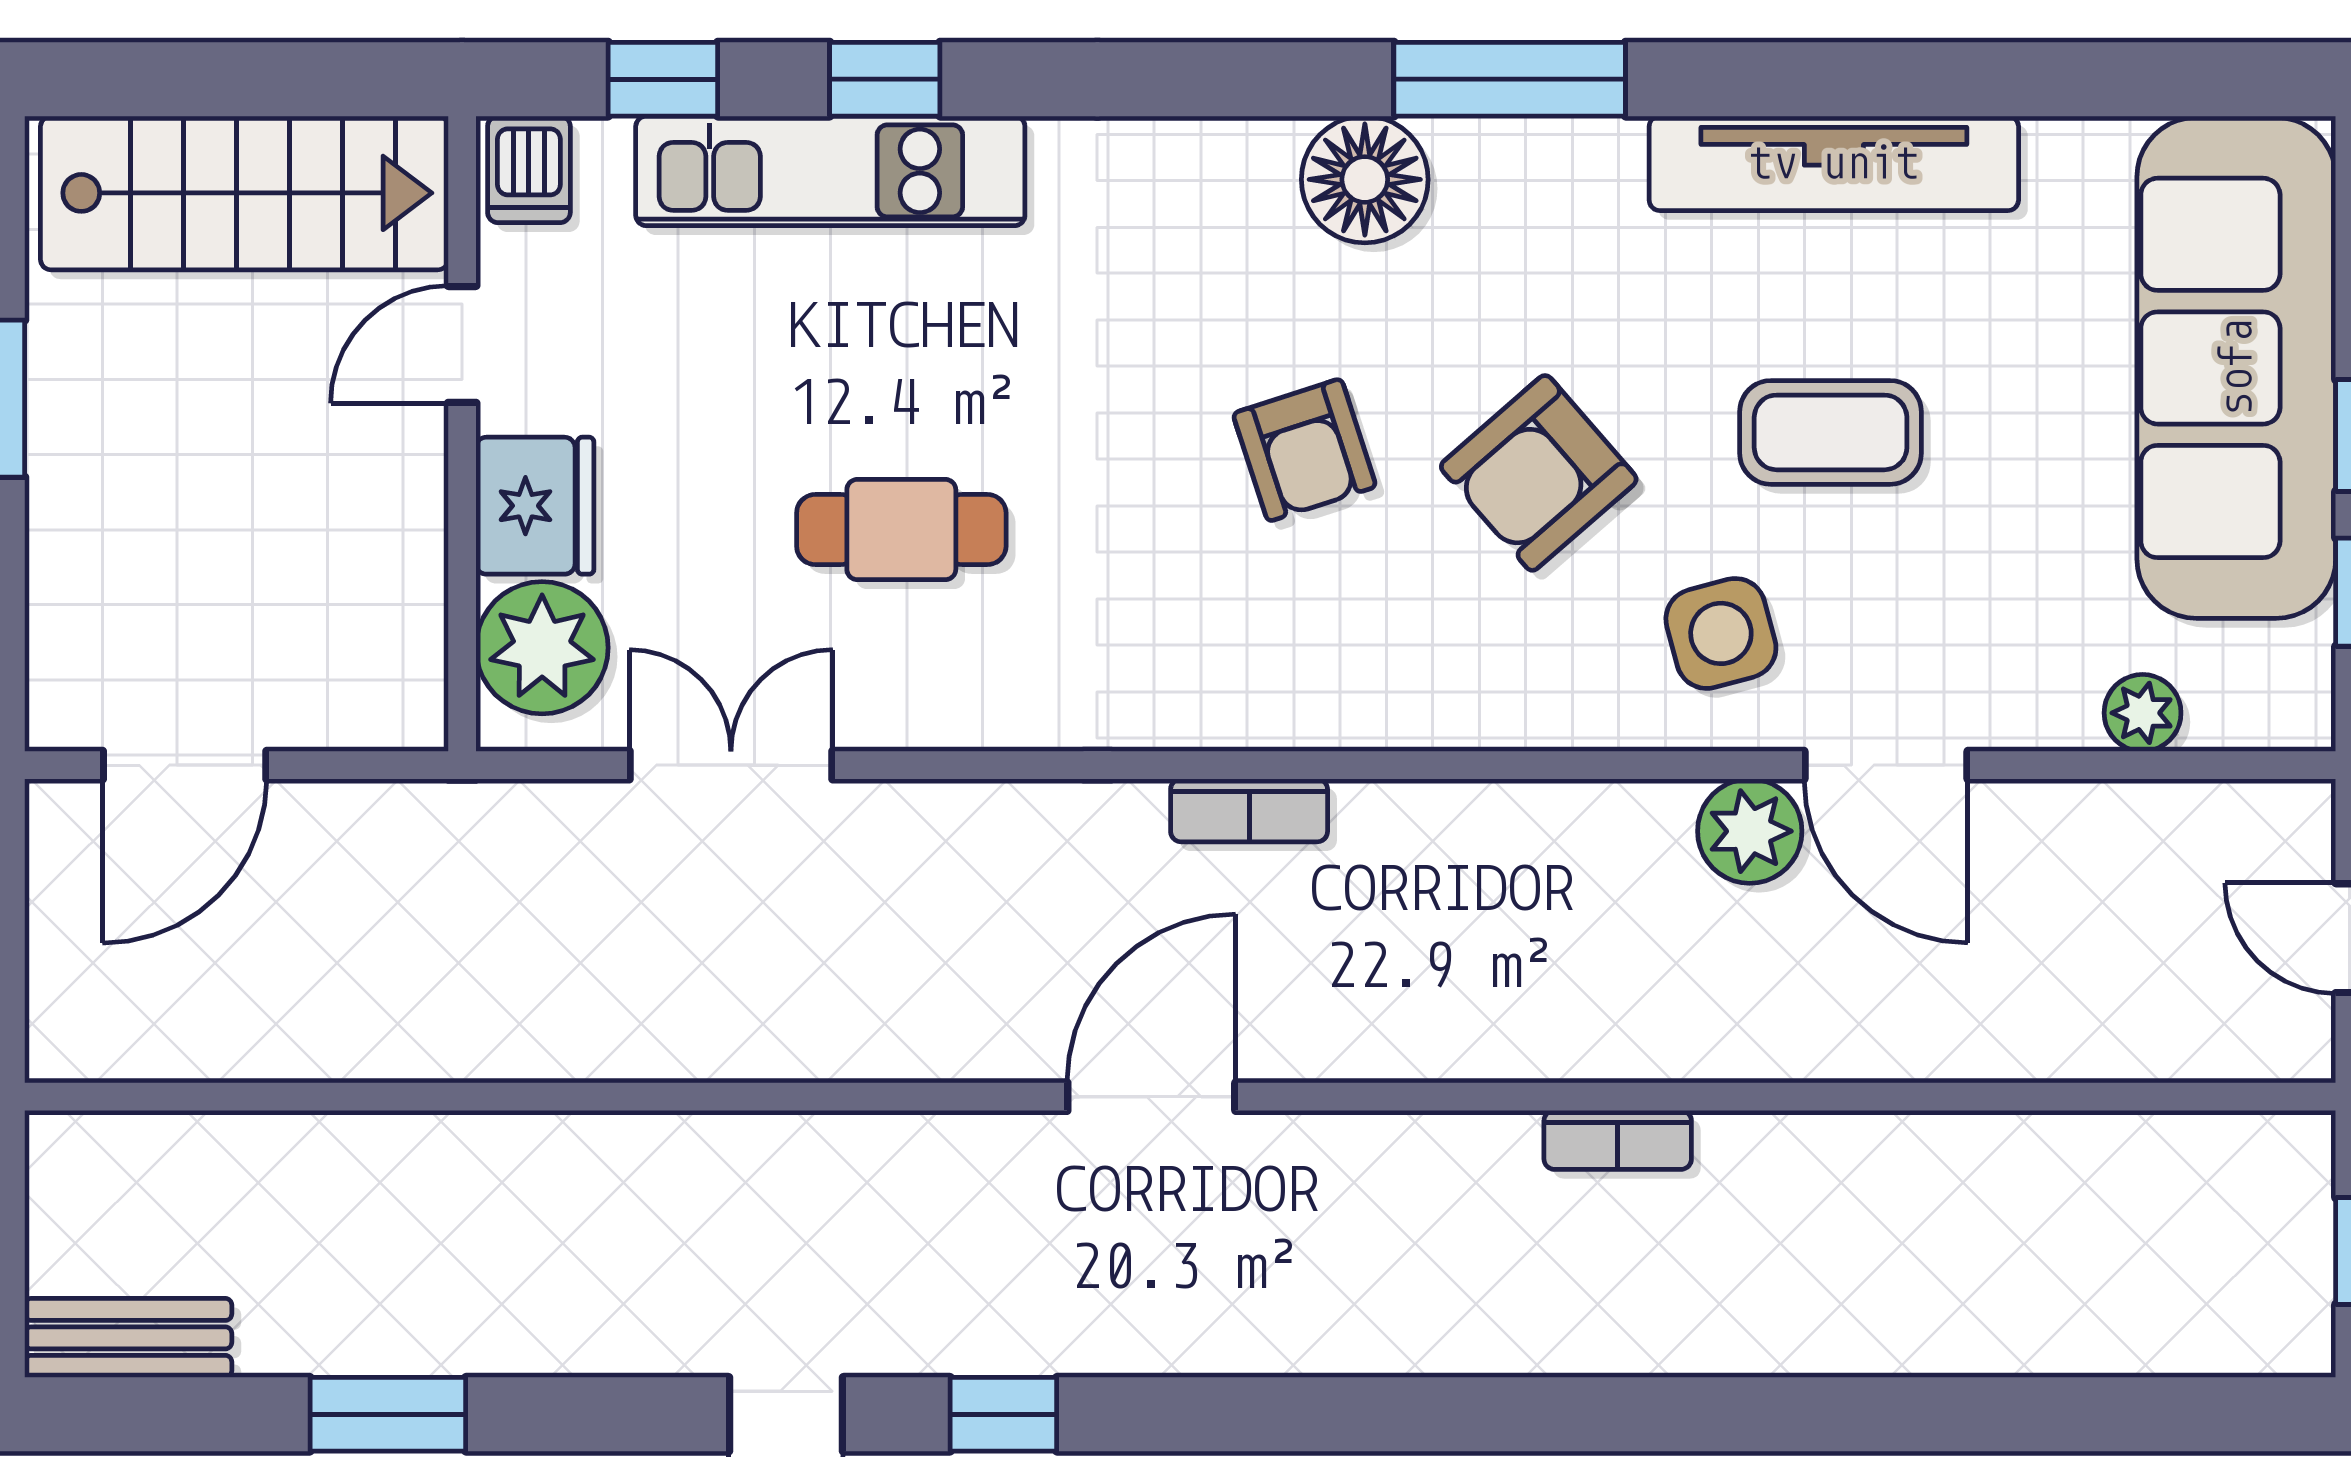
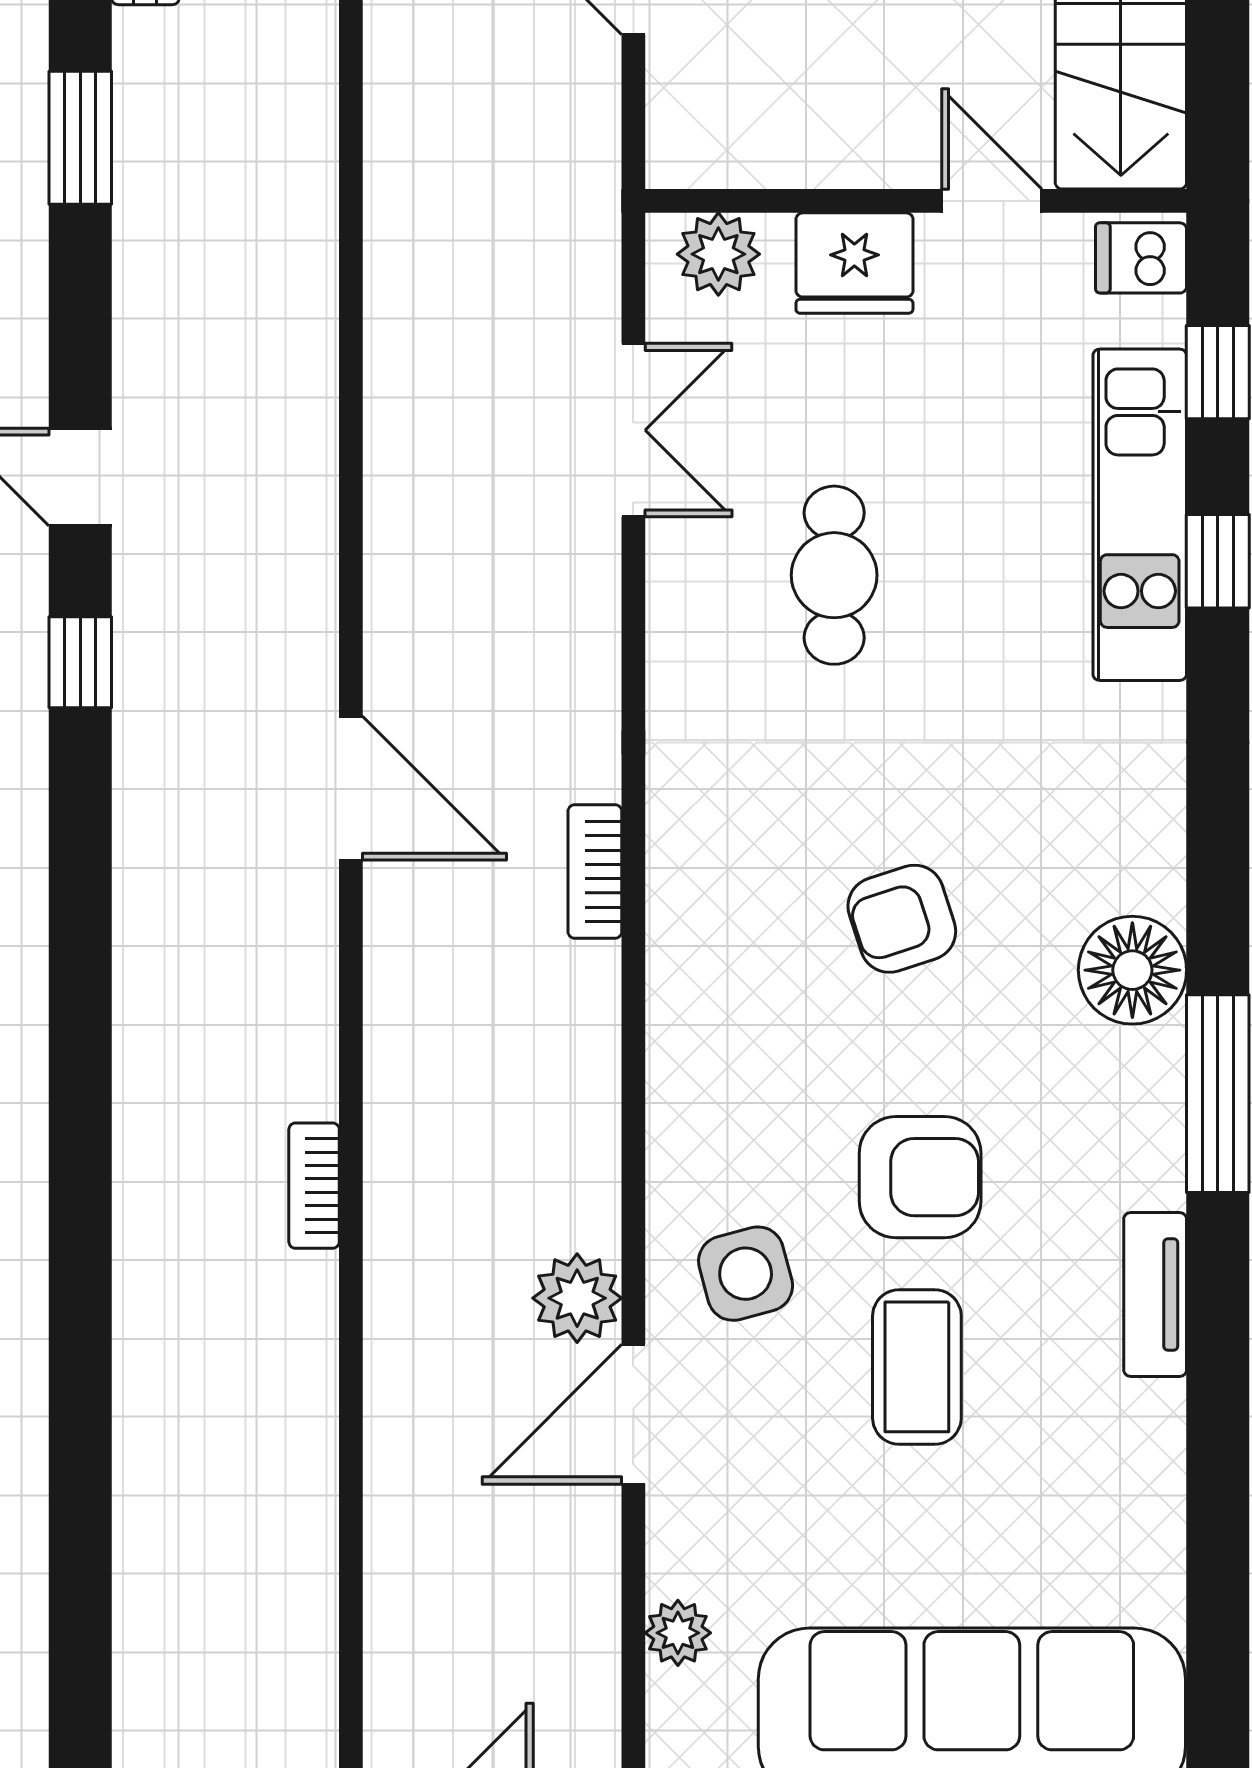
tv unit: (1834, 163) -> (1155, 1295), width x0.52, depth x0.78
armchair: (1539, 473) -> (920, 1177), moved, turned 131
plant: (542, 648) -> (718, 254), width x0.73, depth x0.73

